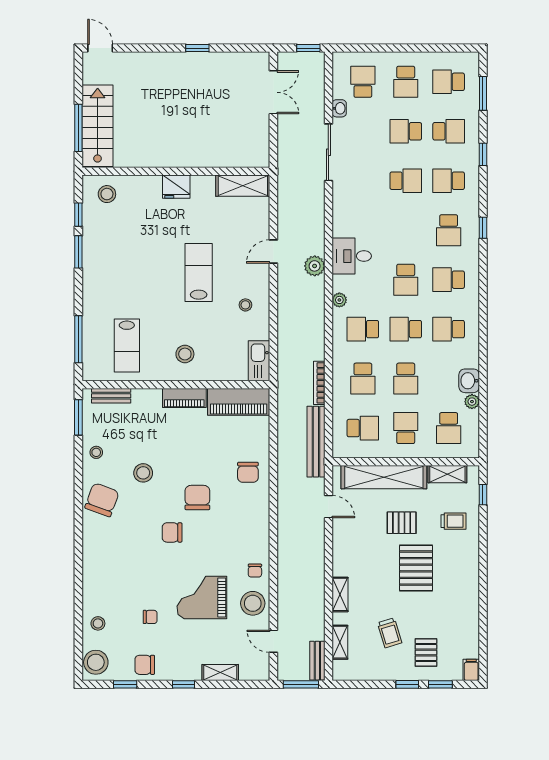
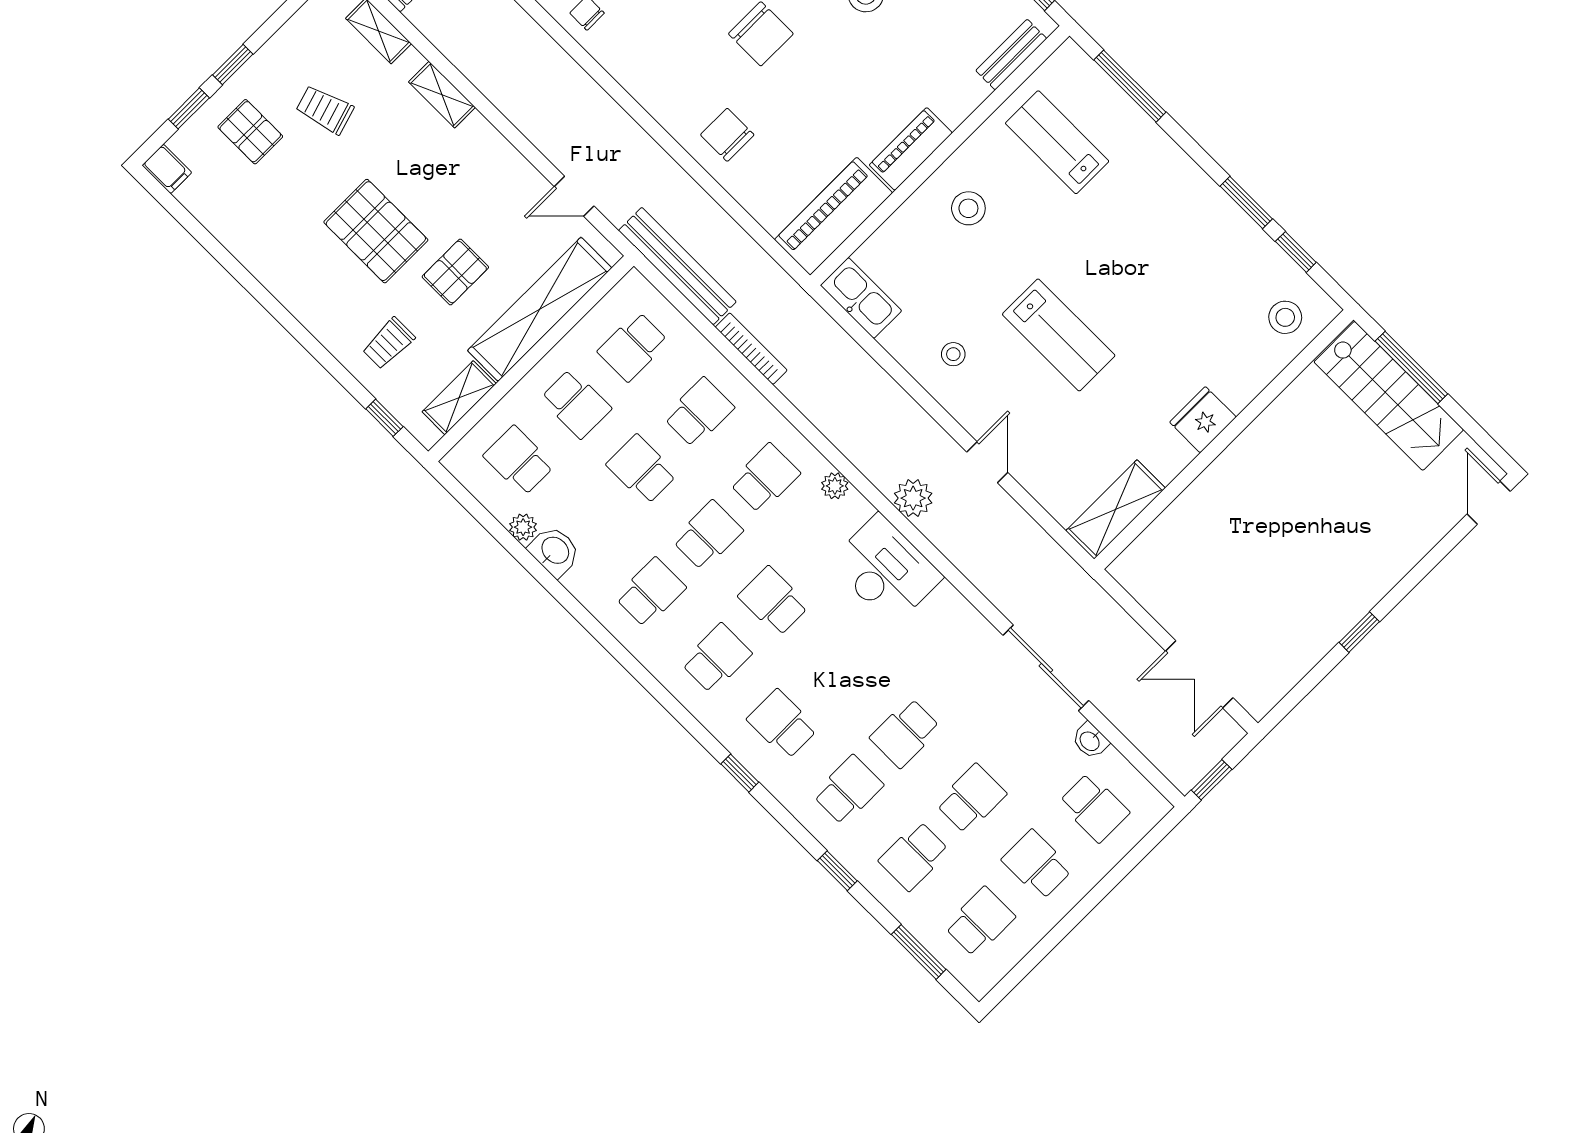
door: (100, 48) -> (1489, 503), swing flipped
desk: (352, 256) -> (886, 570), width x1.37
school desk: (363, 379) -> (699, 412), turned 90

